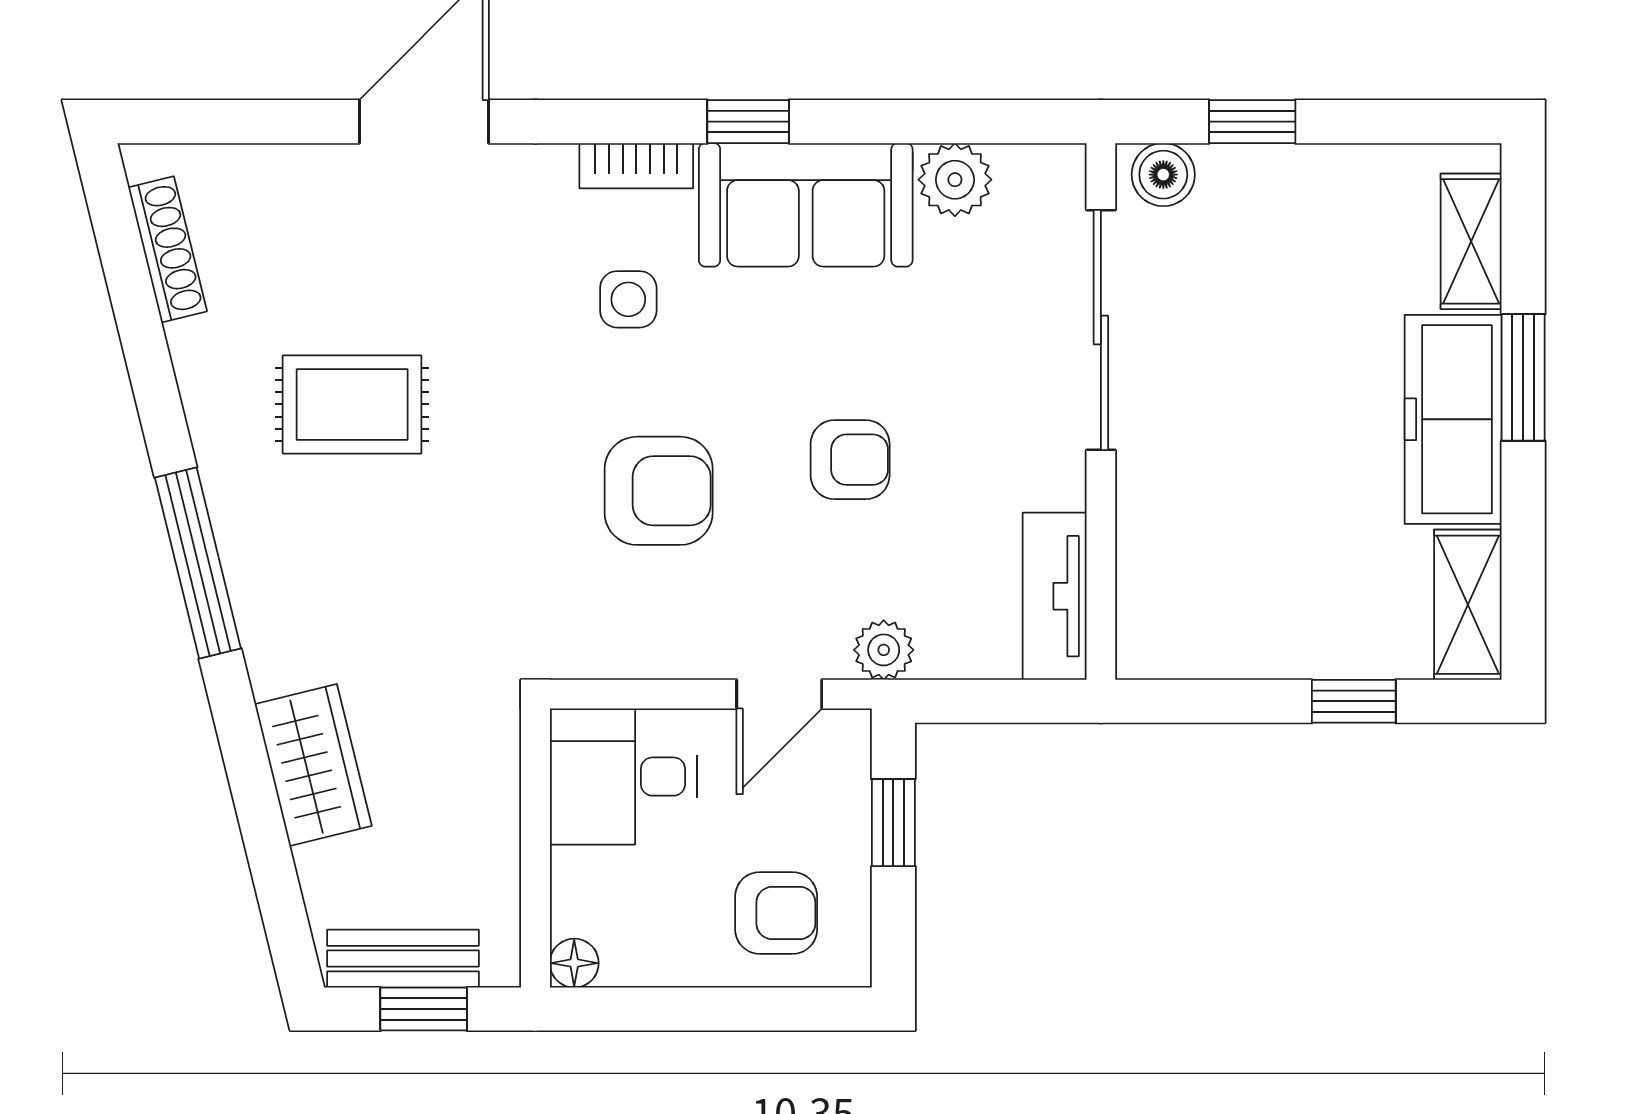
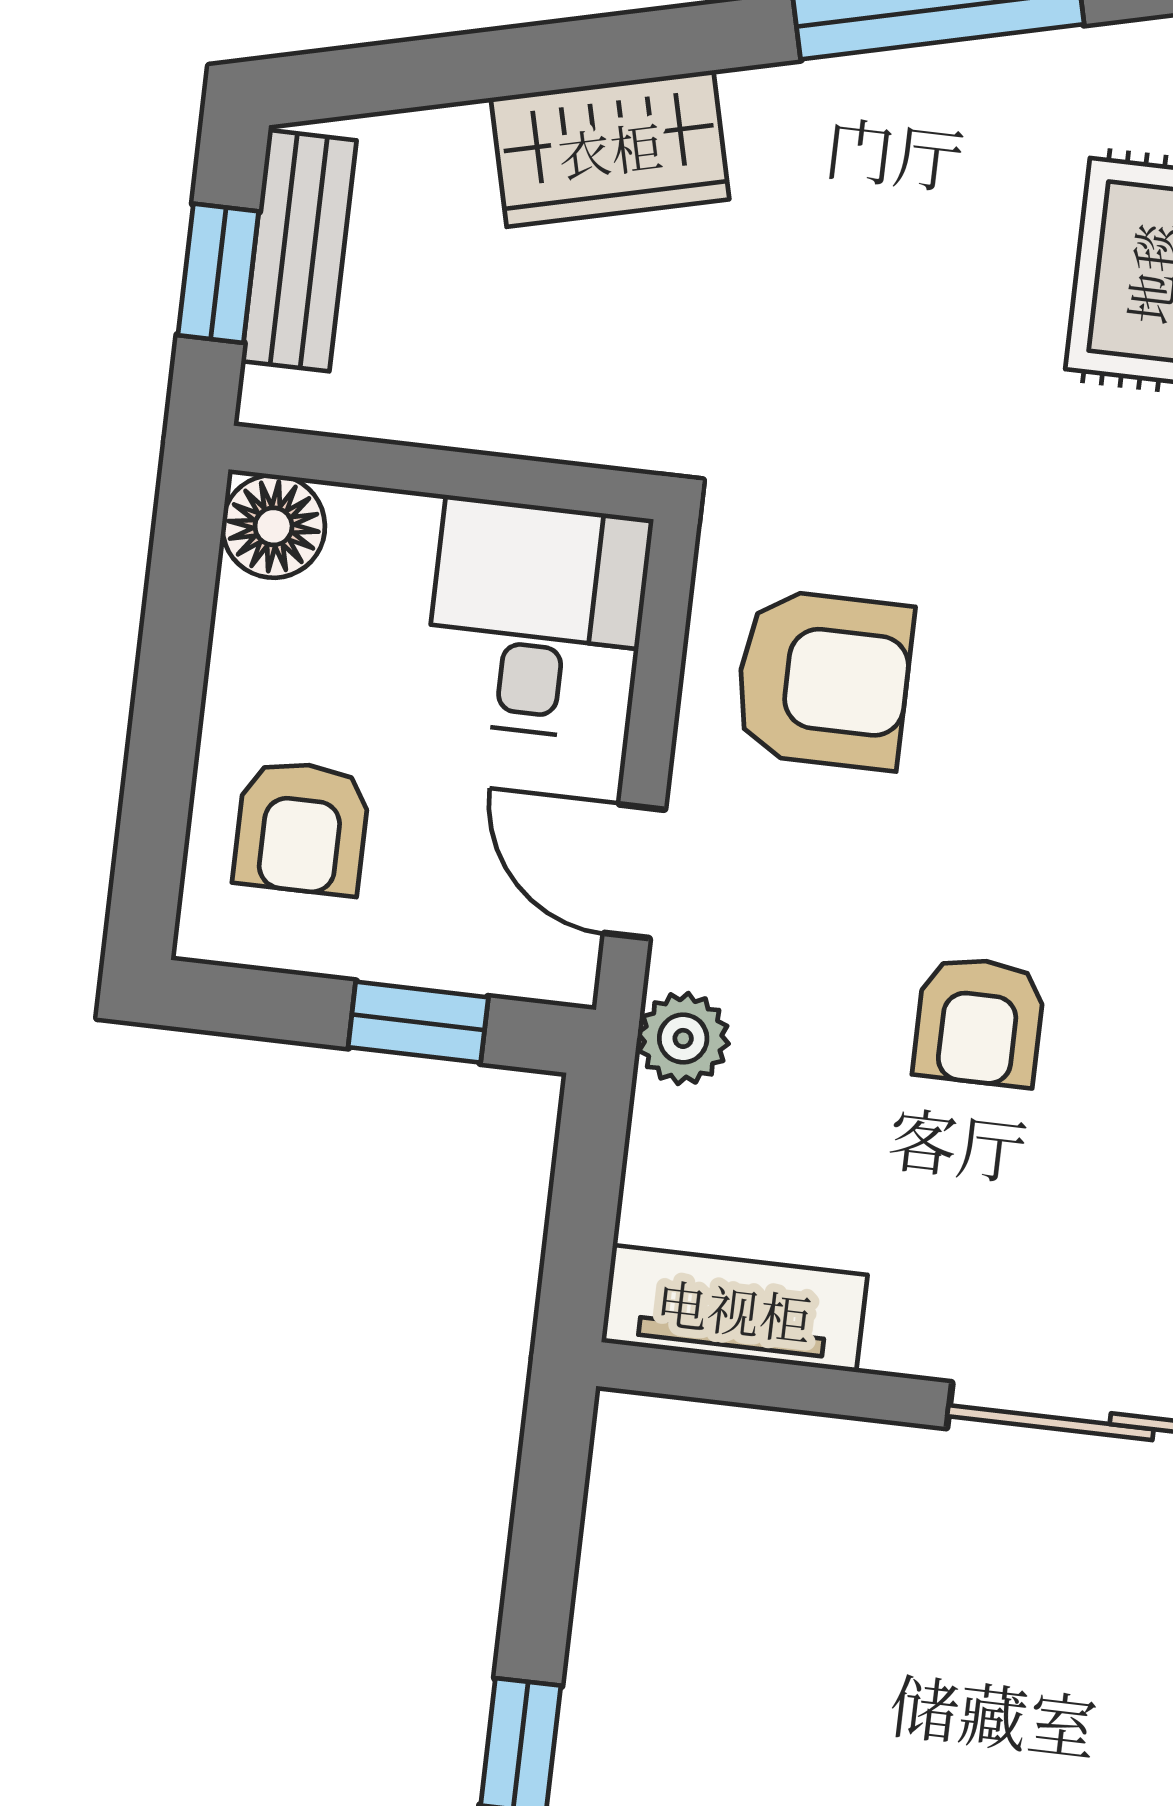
armchair: (659, 491) -> (823, 680), moved, turned -90
floor lamp: (574, 963) -> (274, 526), width x1.37, depth x1.37

